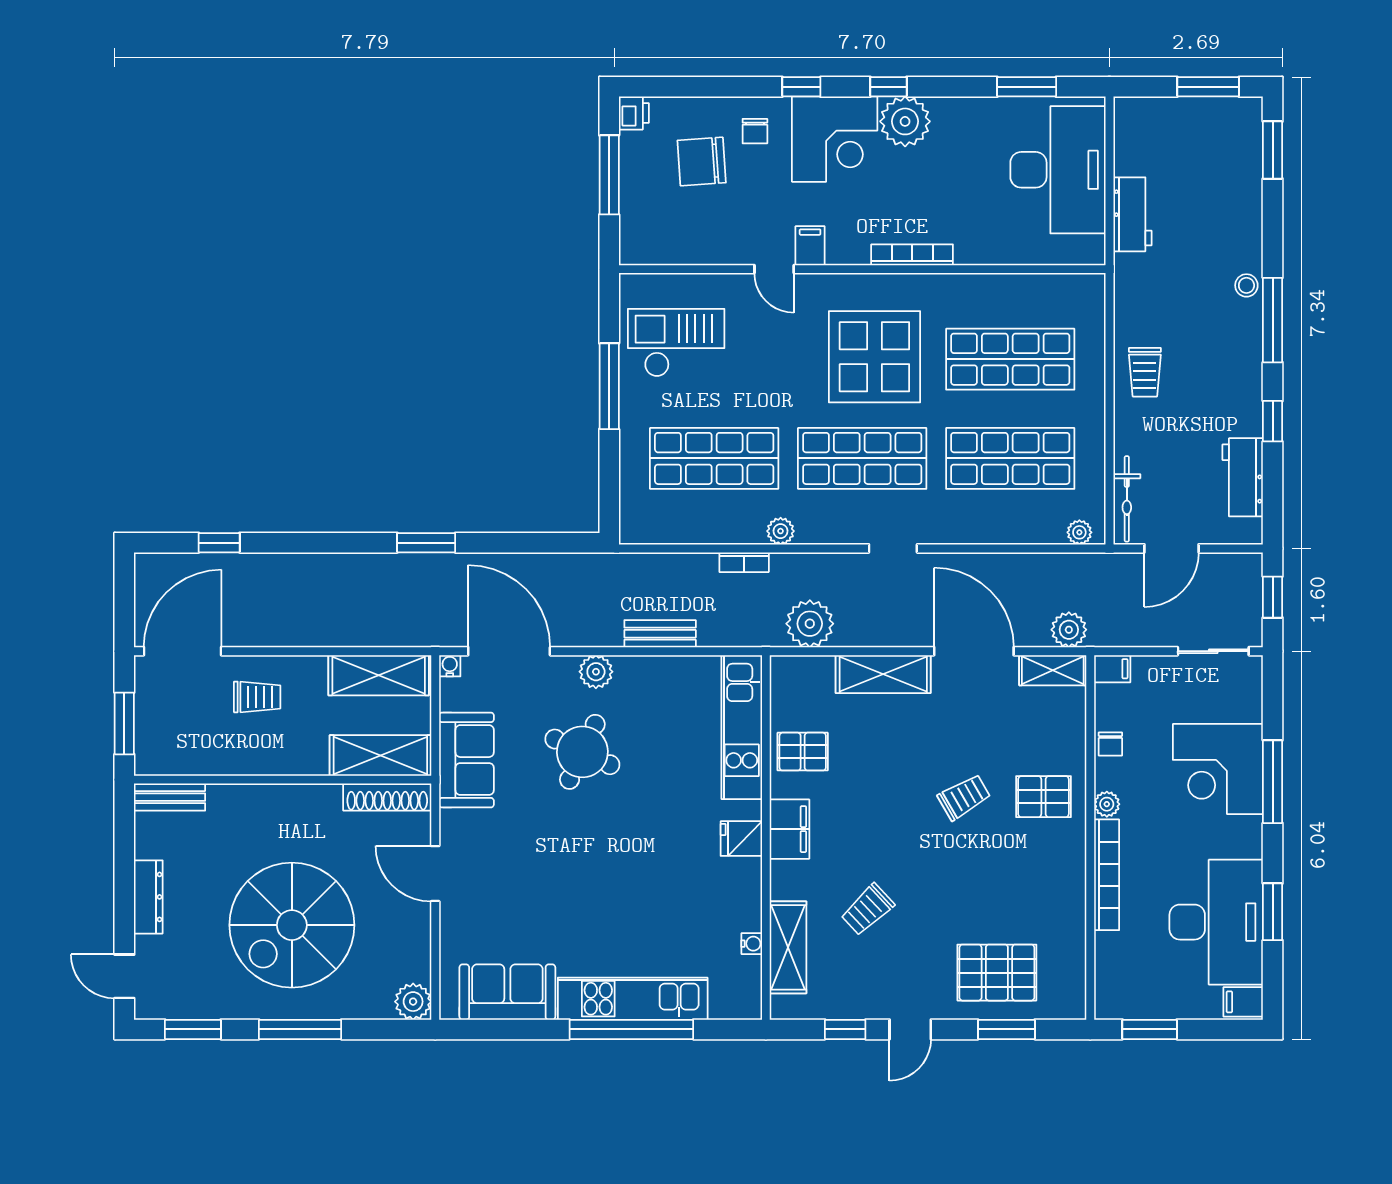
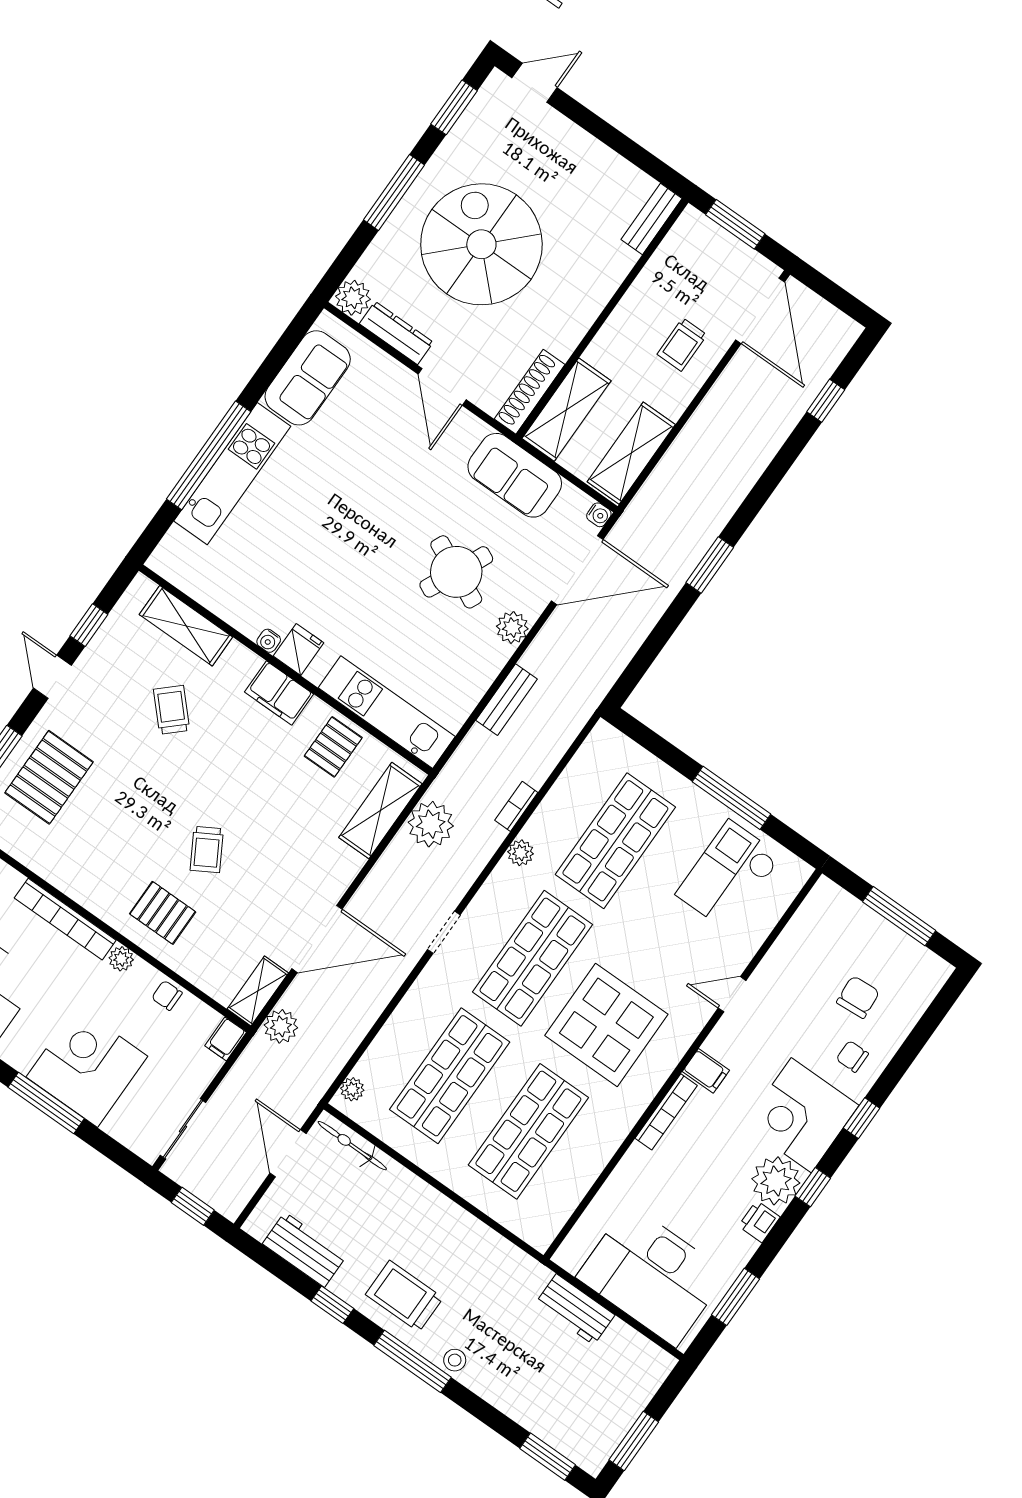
printer: (634, 113) -> (759, 1222), moved, turned 90
chair: (702, 162) -> (858, 997), width x0.73, depth x0.73
filing cabinet: (810, 246) -> (706, 1071), moved
checkout: (676, 343) -> (728, 875), turned 180
trolley: (1145, 372) -> (404, 1296), moved, width x1.36, depth x1.39
shelving: (883, 674) -> (380, 811), moved
pallet: (1043, 797) -> (163, 913), turned 90
door: (435, 874) -> (442, 387), swing flipped
dresser: (148, 897) -> (396, 333), moved, turned 180
water cooler: (752, 944) -> (269, 641), moved

